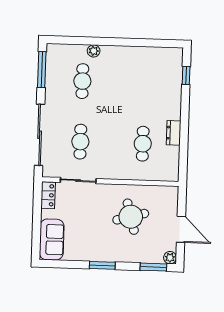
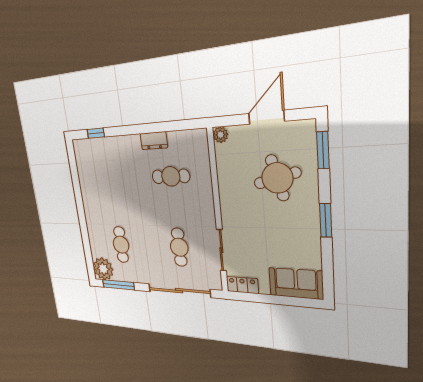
plant: (94, 51) -> (103, 269), moved, width x1.88, depth x1.88
cafe table: (82, 81) -> (121, 245), turned 90
cafe table: (80, 142) -> (179, 247), turned 90
round table: (131, 217) -> (277, 178), moved
plant: (170, 258) -> (220, 135), moved

